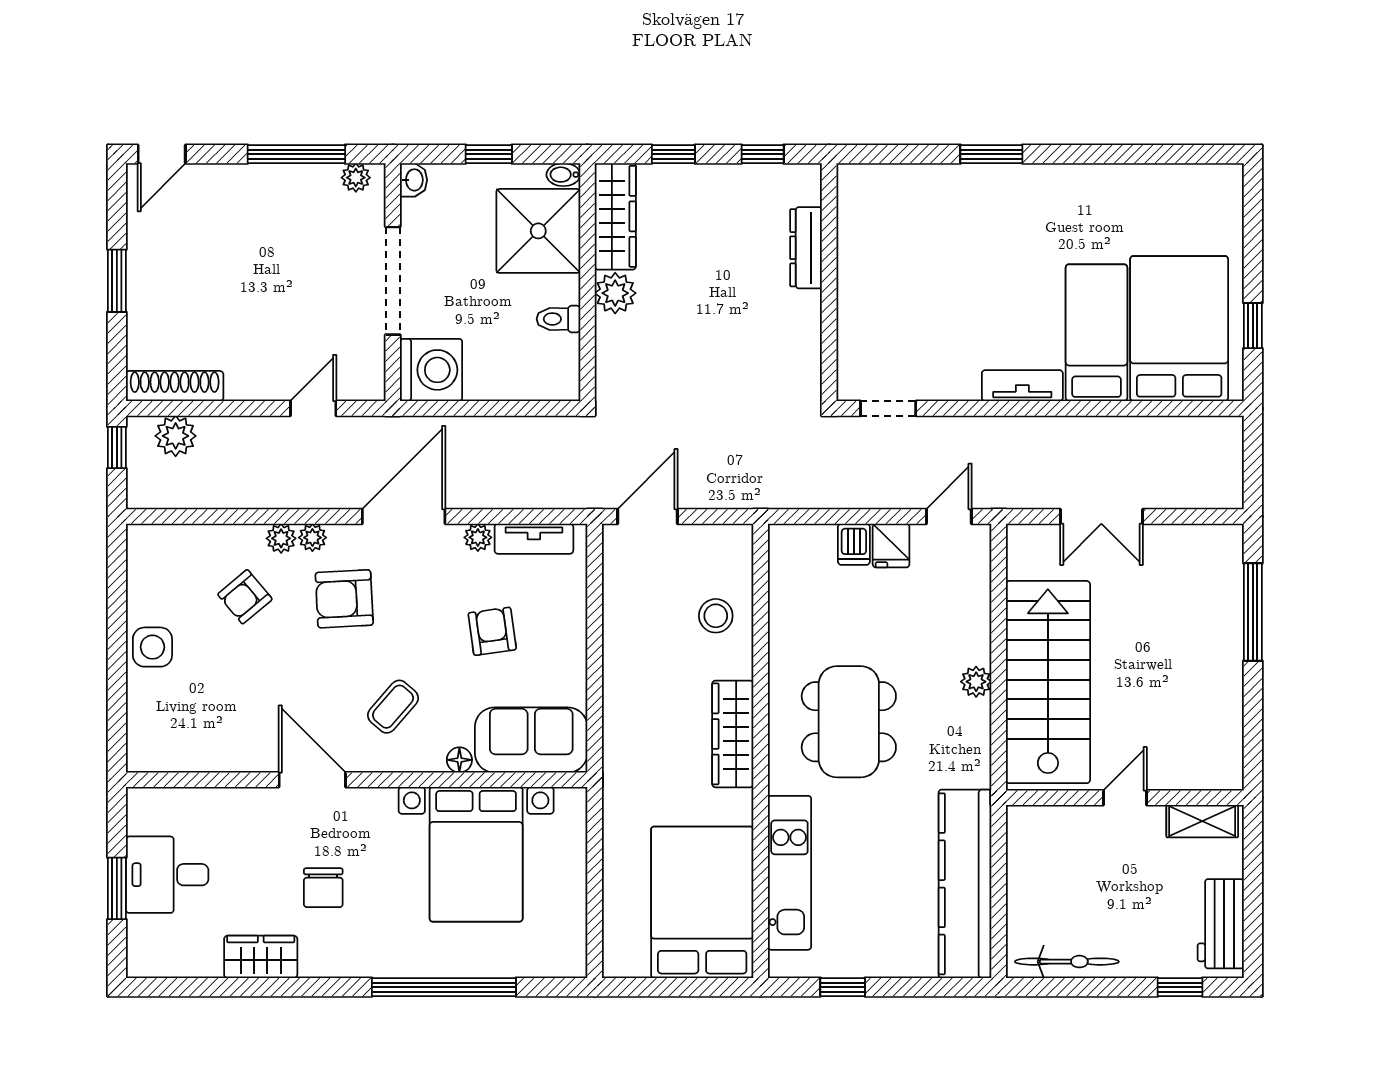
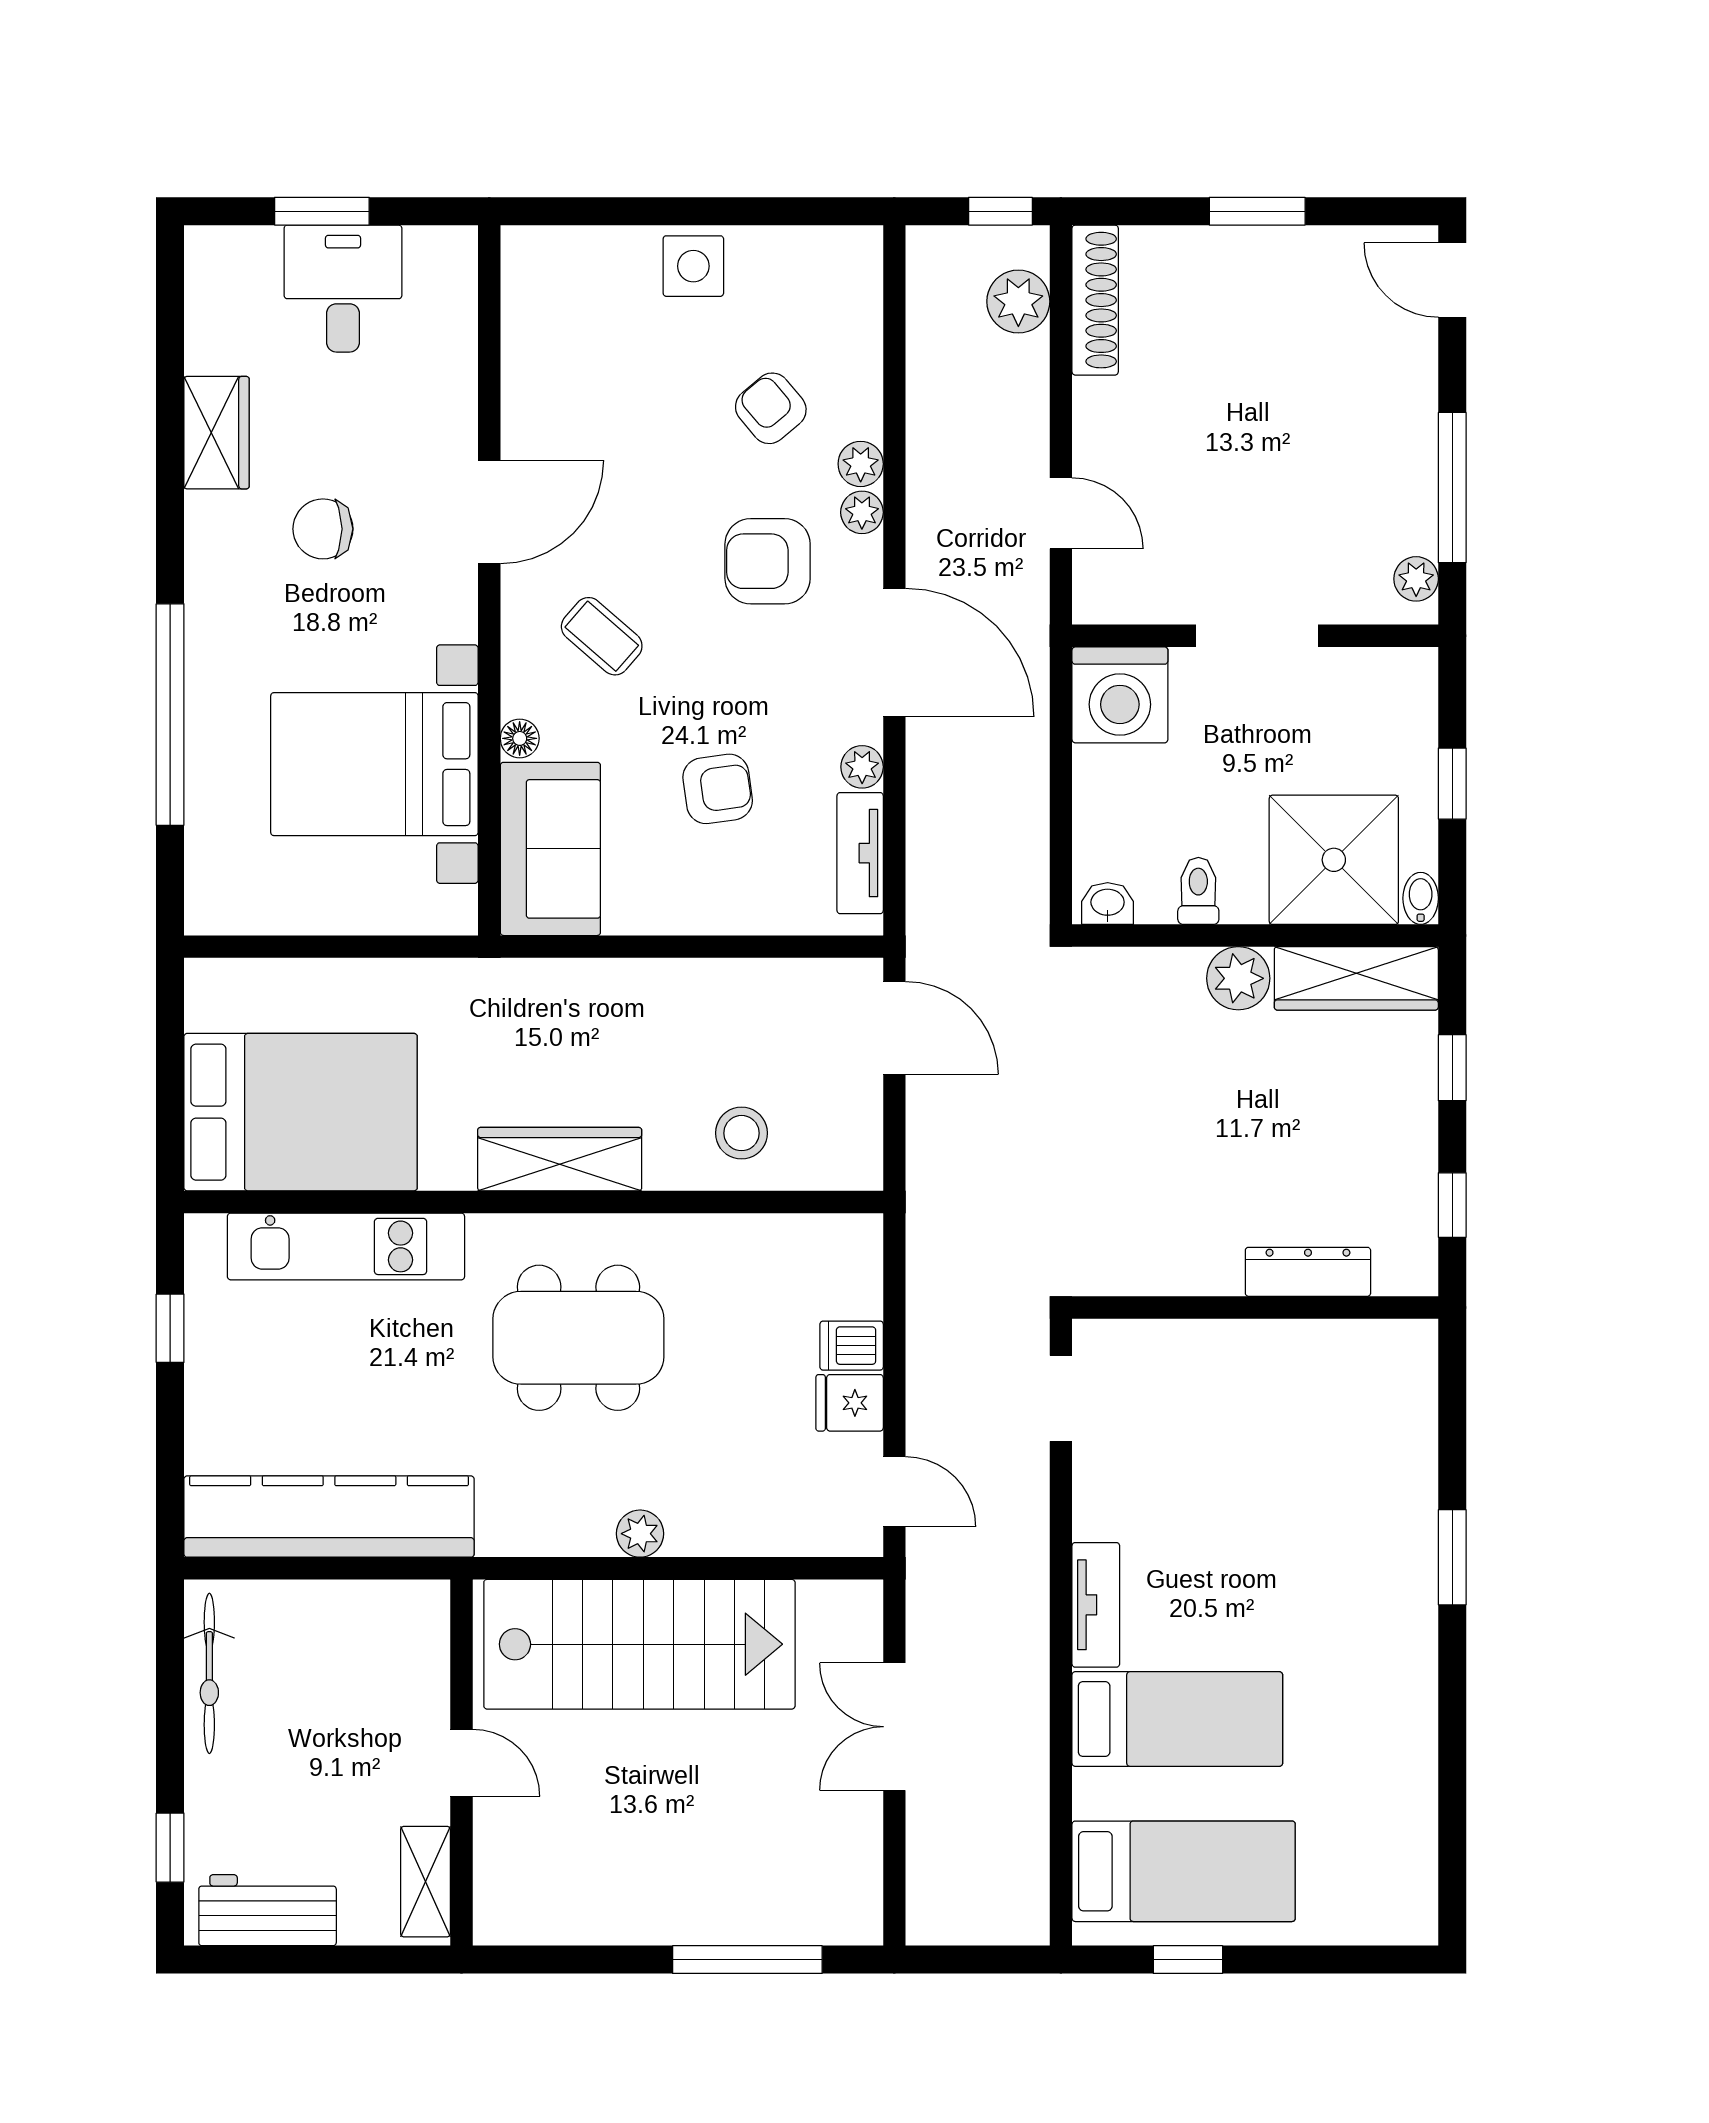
washbasin: (414, 180) -> (1108, 903), moved, turned 180
doorway: (393, 281) -> (1257, 636), width x0.73
bed: (1179, 329) -> (1184, 1871), width x0.67
armchair: (344, 599) -> (768, 561), turned -87

